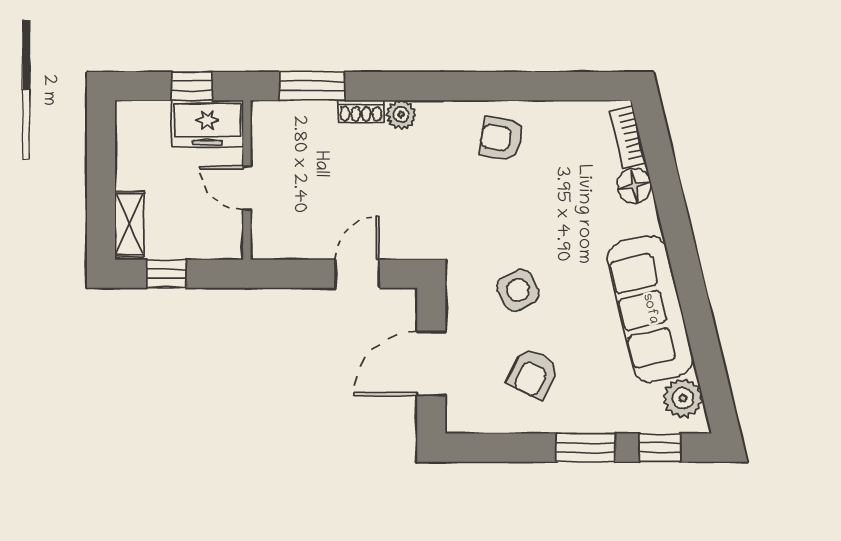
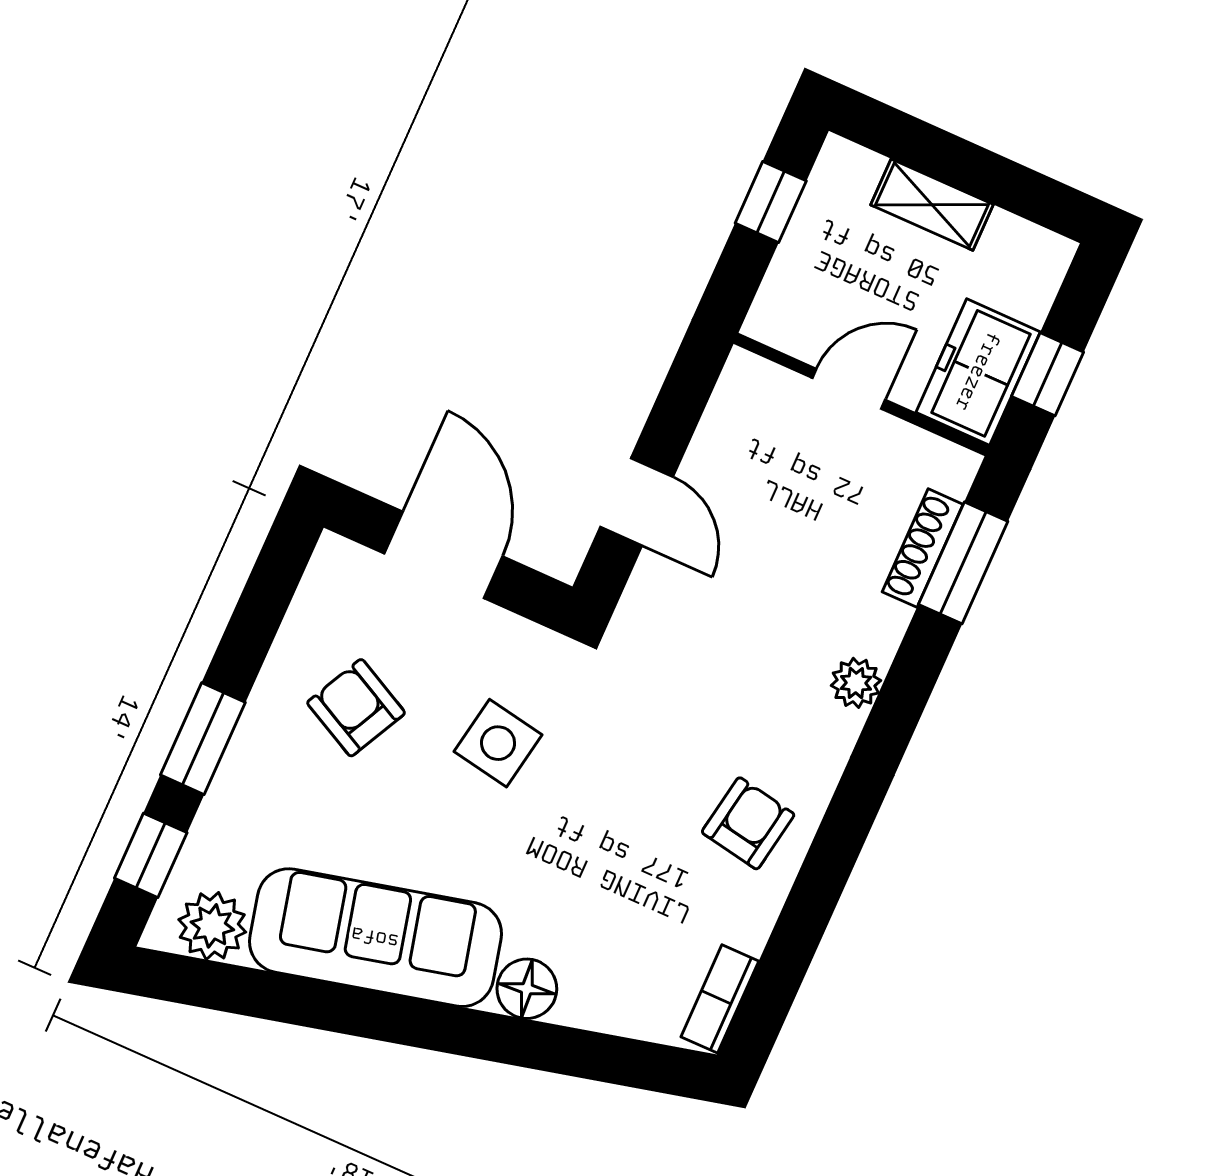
shoe rack: (361, 111) -> (923, 548), moved, width x1.43
bookcase: (628, 136) -> (720, 999), moved, turned -76
floor lamp: (634, 186) -> (527, 989), moved
shelving: (129, 224) -> (932, 205), moved
side table: (518, 290) -> (498, 743), turned 38

